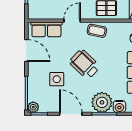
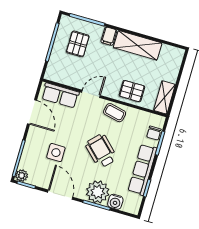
wheelchair: (85, 64) -> (101, 151), moved

